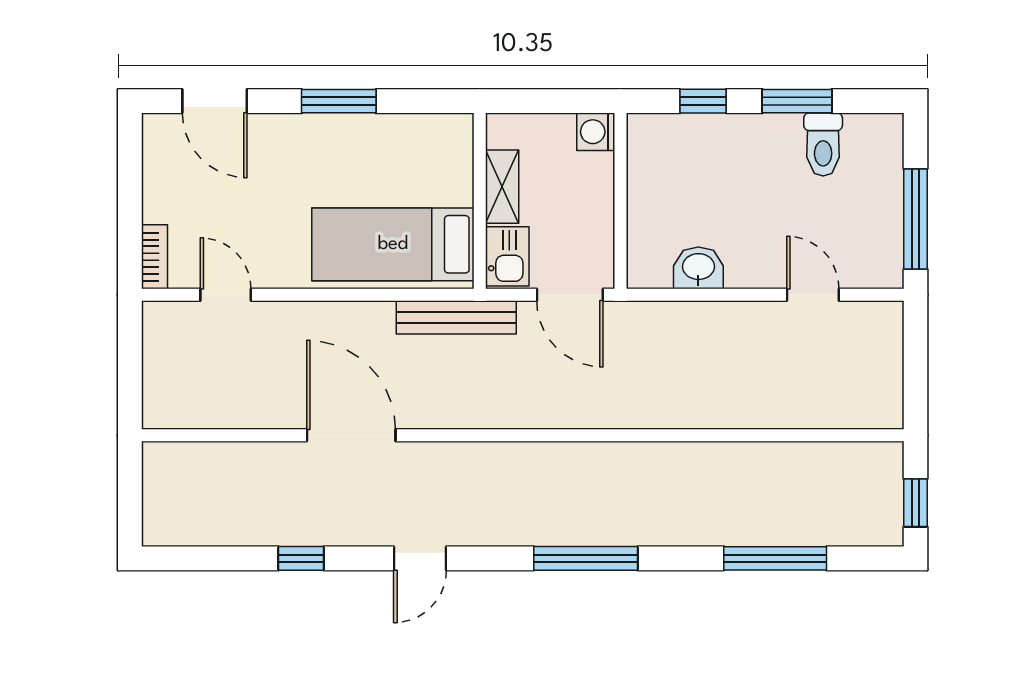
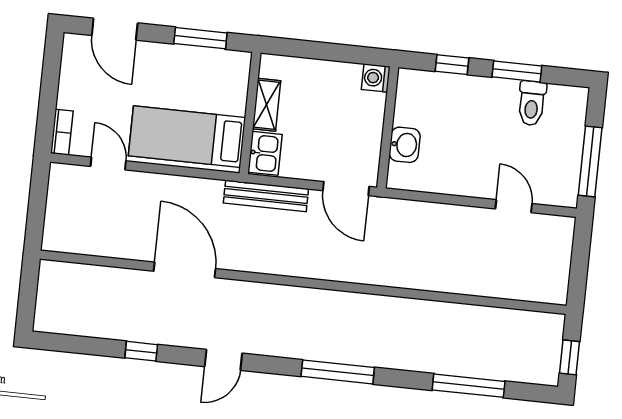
shelving: (502, 187) -> (267, 105), moved
wall: (480, 201) -> (250, 113), moved
bed: (393, 244) -> (187, 137), moved
kitchen sink: (507, 256) -> (265, 153), moved
washbasin: (698, 268) -> (405, 145), moved, turned 90

